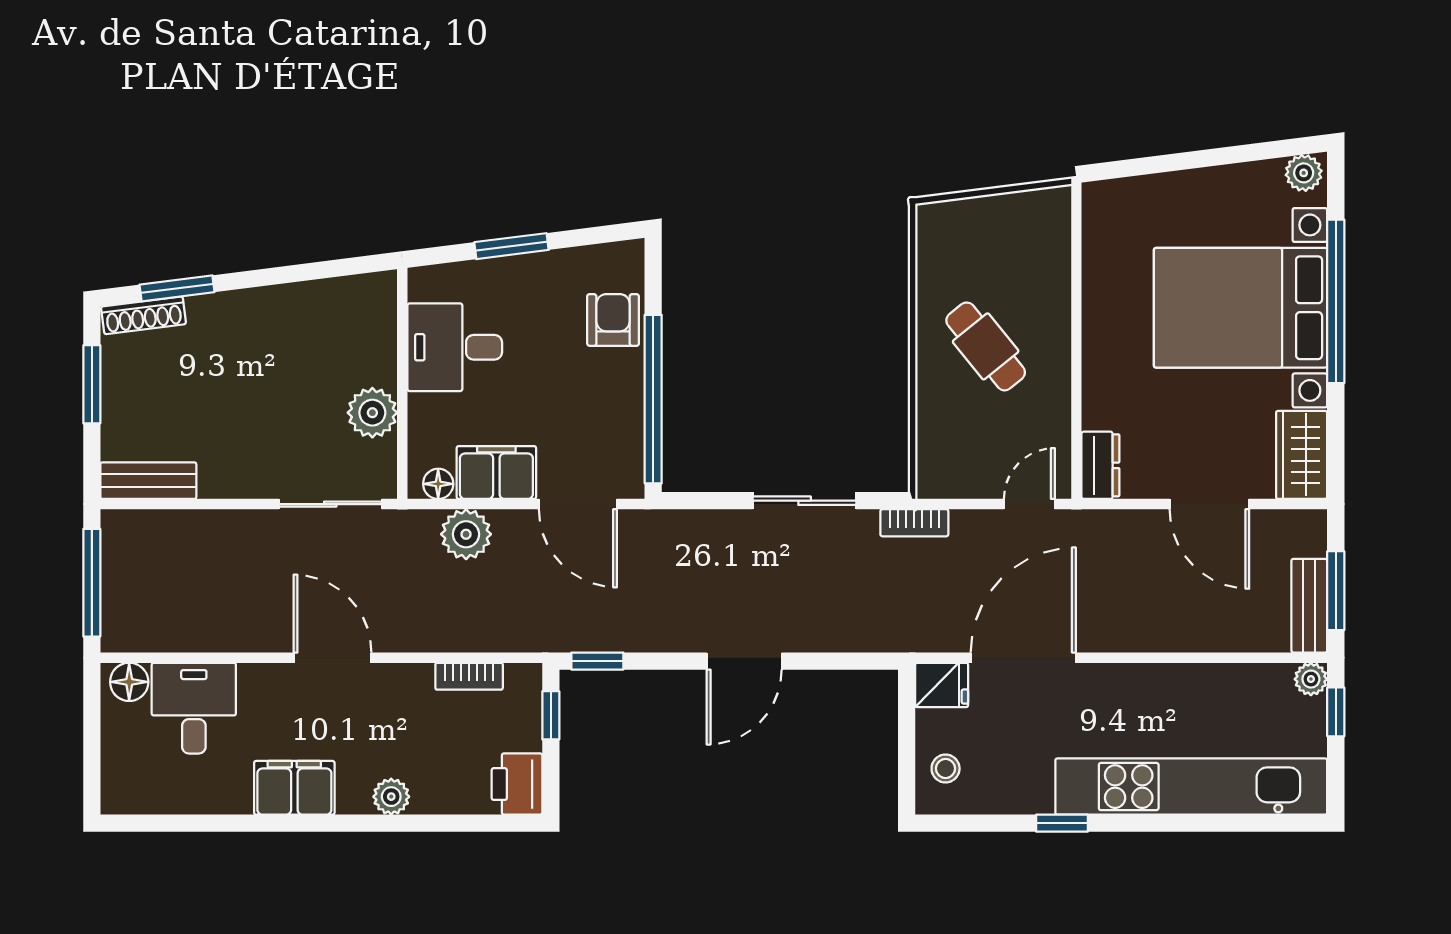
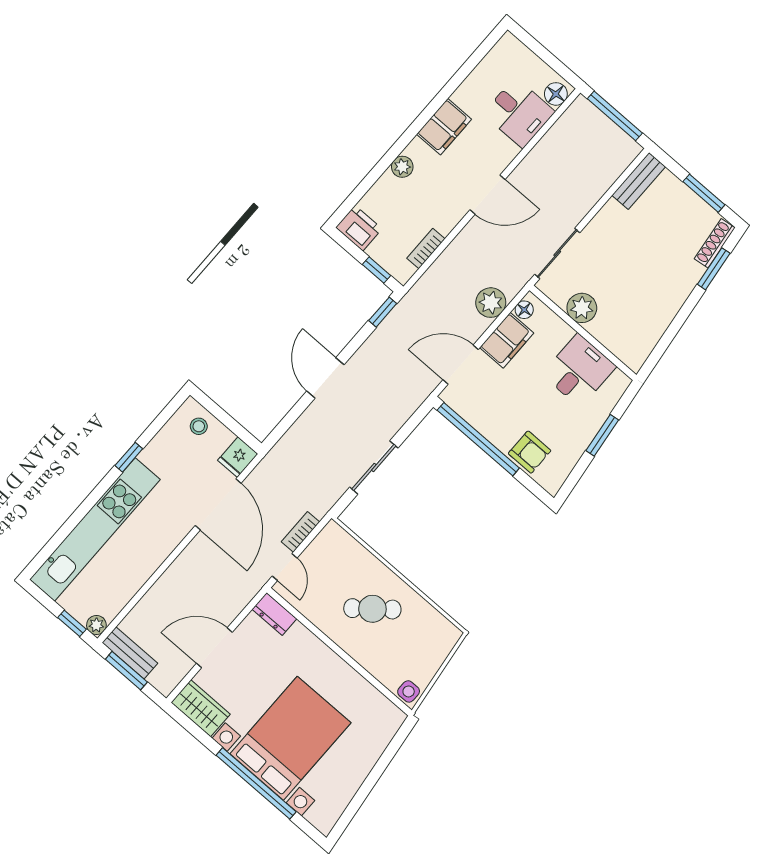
plant: (1304, 173) -> (326, 819), removed
side table: (1051, 209) -> (409, 691), added
bookcase: (914, 523) -> (300, 532), moved

